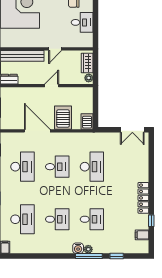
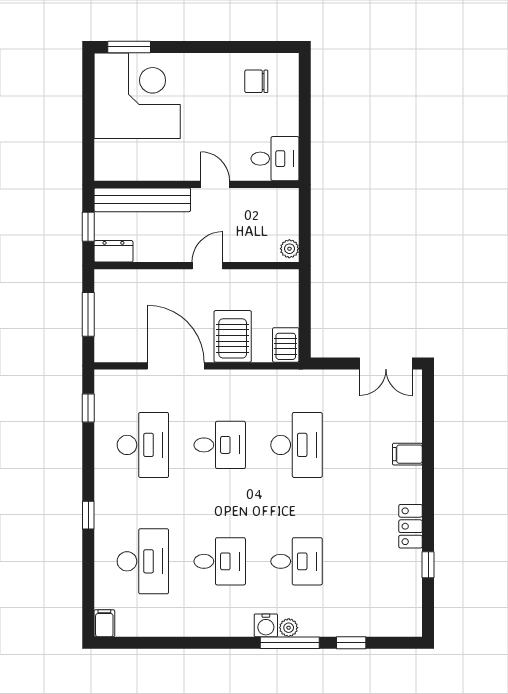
desk: (82, 22) -> (275, 159), moved
door: (55, 49) -> (215, 184), swing flipped
wardrobe: (87, 63) -> (286, 215), removed
locker: (143, 198) -> (411, 526), width x0.66
filing cabinet: (142, 235) -> (407, 454), moved

